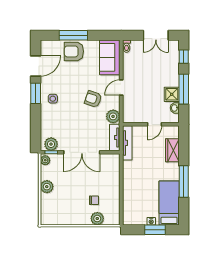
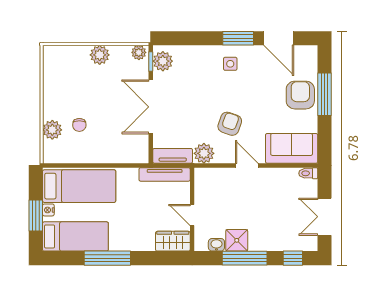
wardrobe: (172, 150) -> (173, 241), moved
bed: (135, 200) -> (79, 186), added

